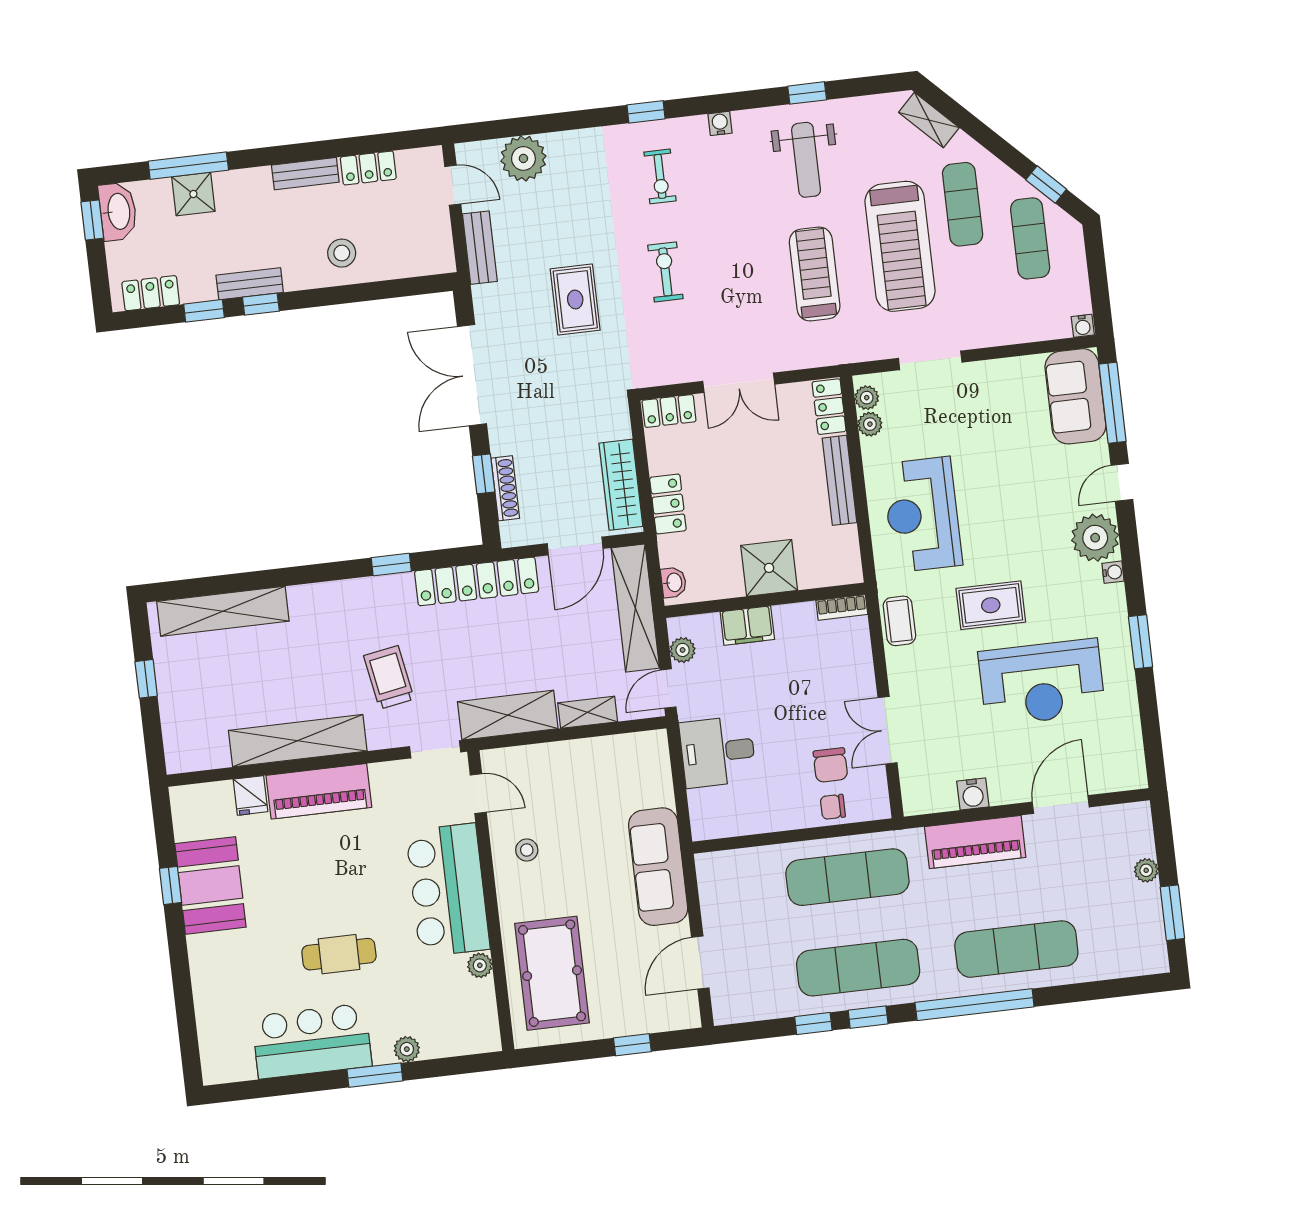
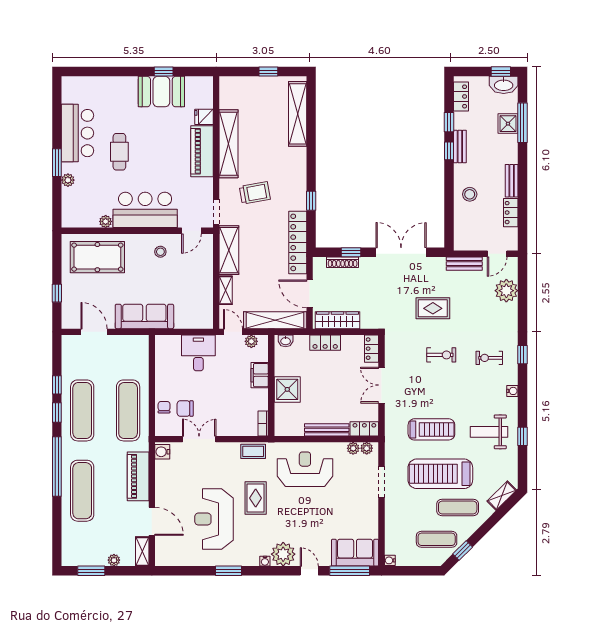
water cooler: (973, 794) -> (162, 452), moved
shelving: (1122, 817) -> (142, 551), added

